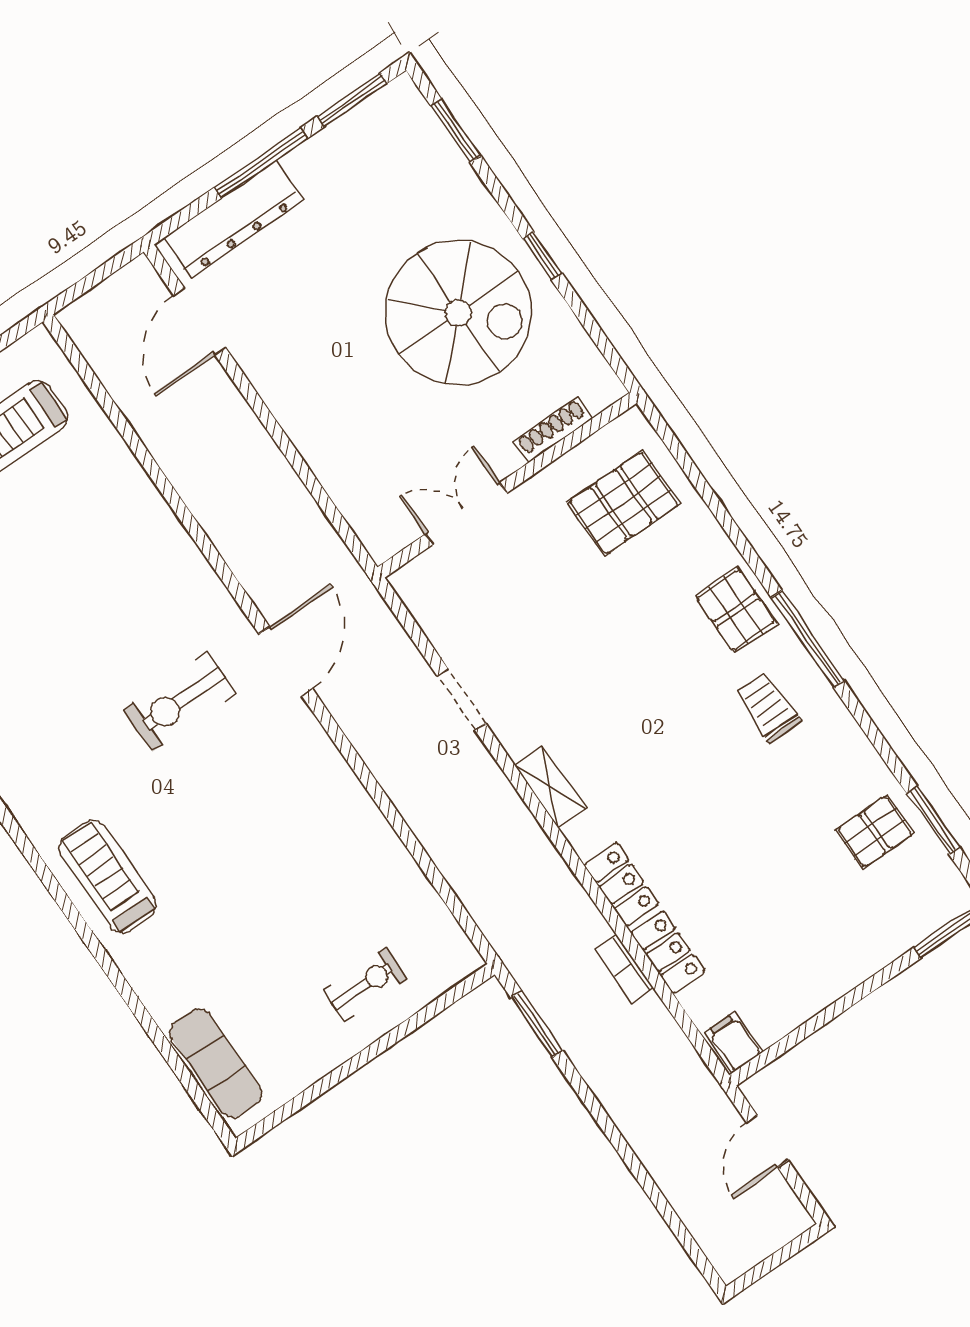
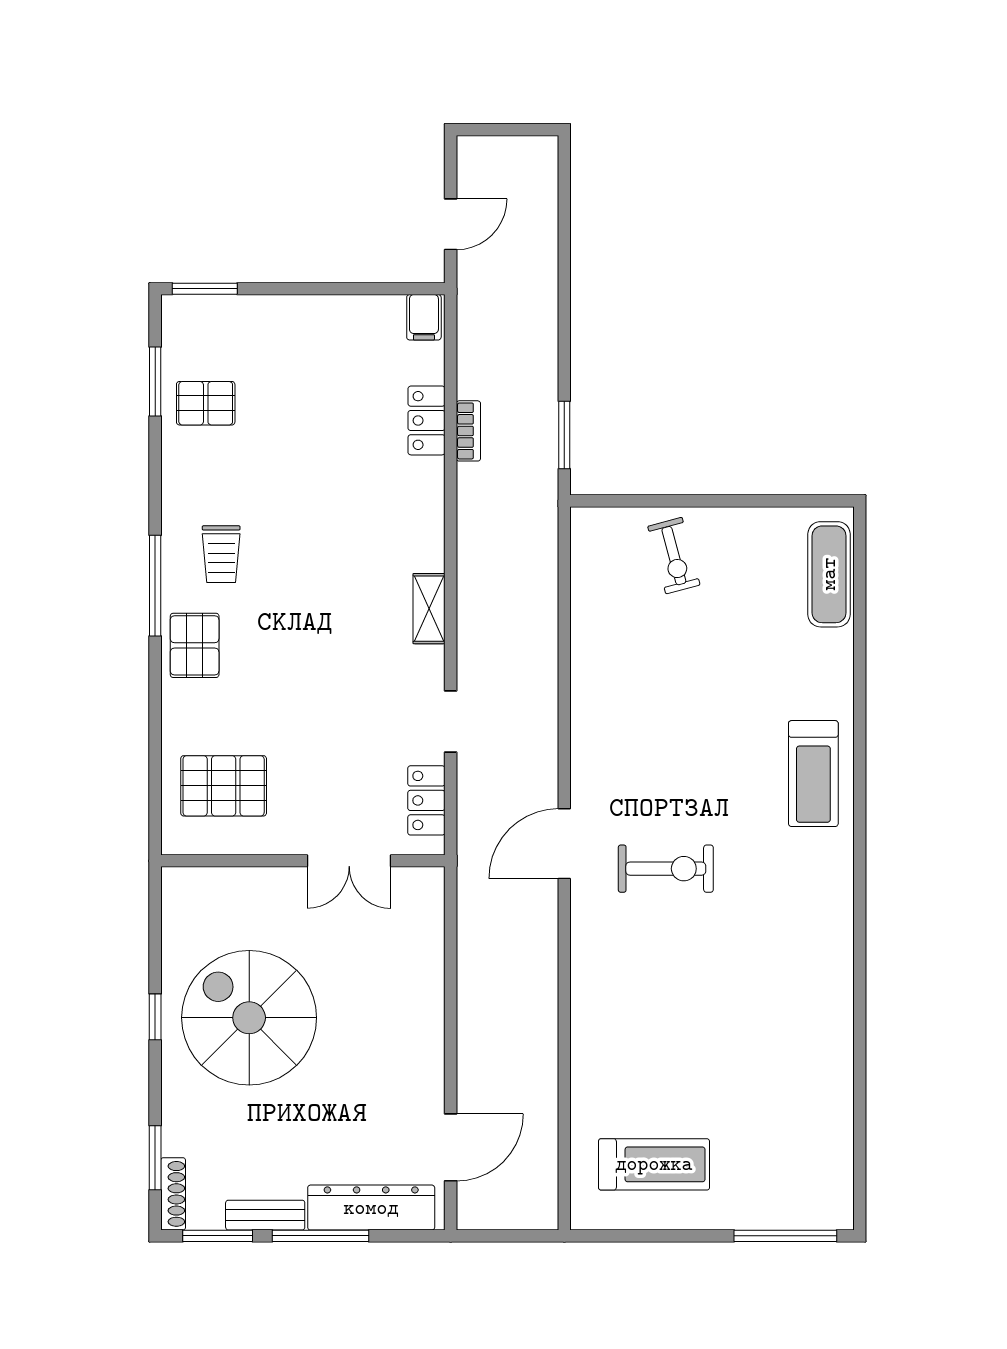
bench: (323, 147) -> (265, 1215), added
shoe rack: (553, 430) -> (173, 1194), moved, turned -90
locker: (621, 884) -> (426, 800), moved
exercise bike: (365, 984) -> (674, 556), turned -105

